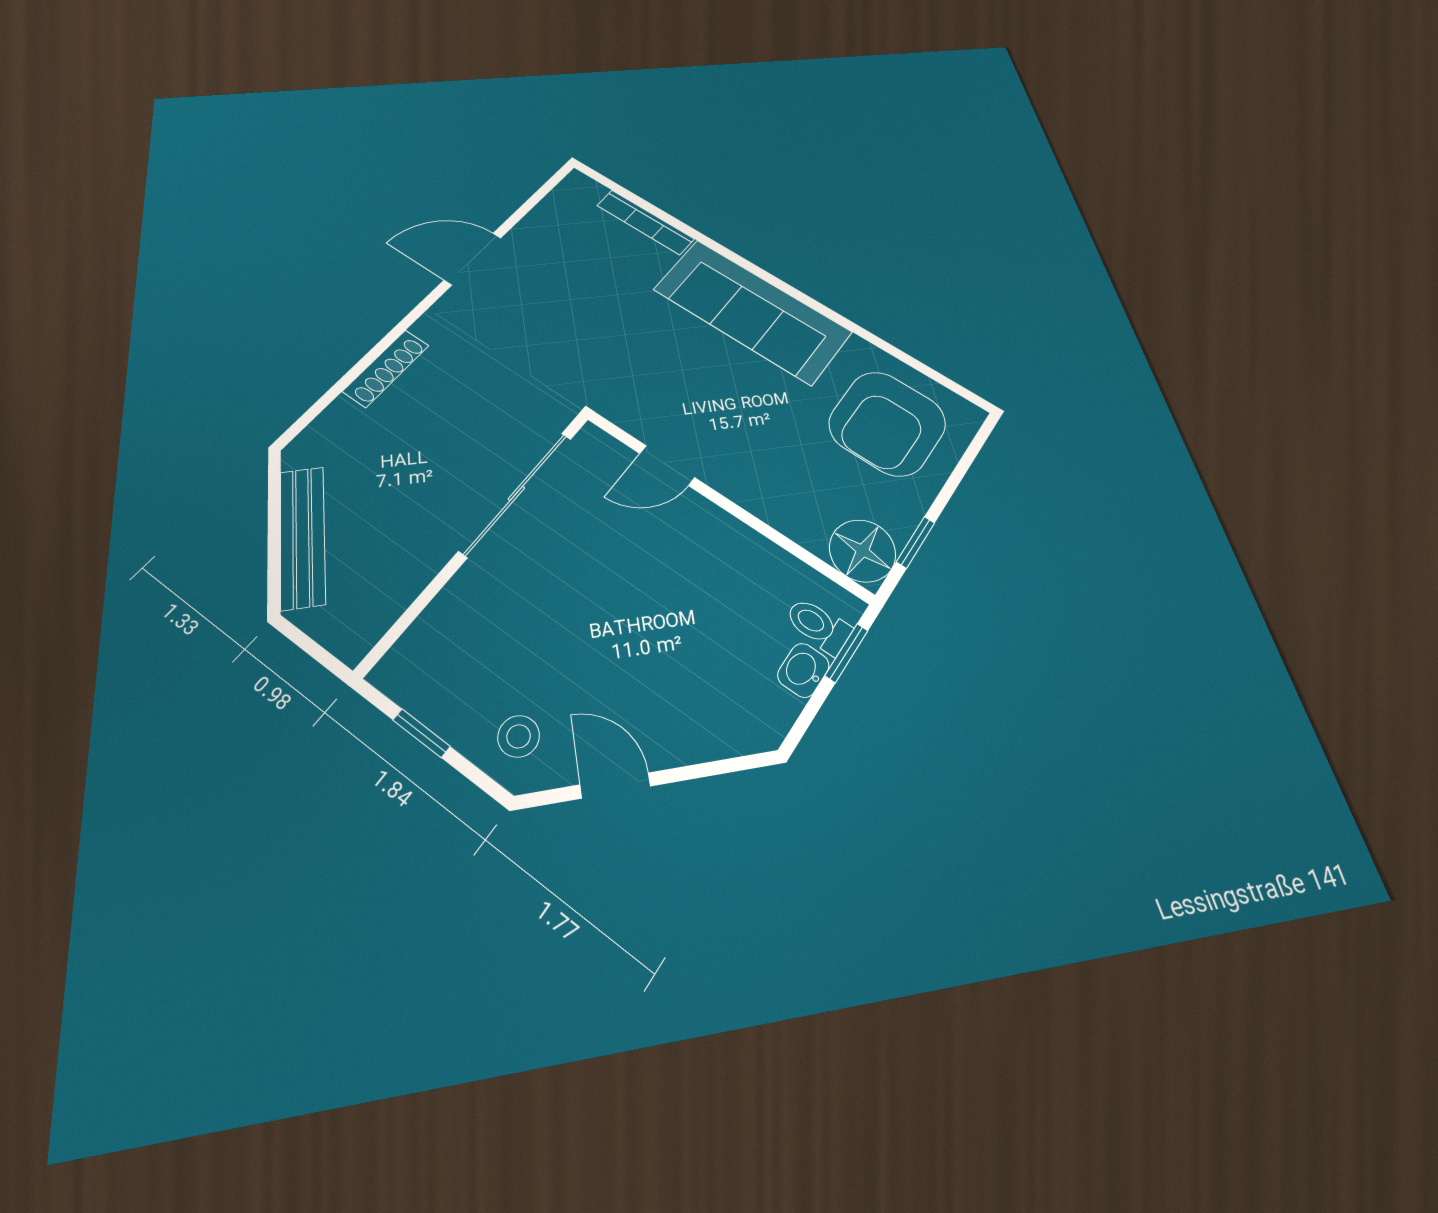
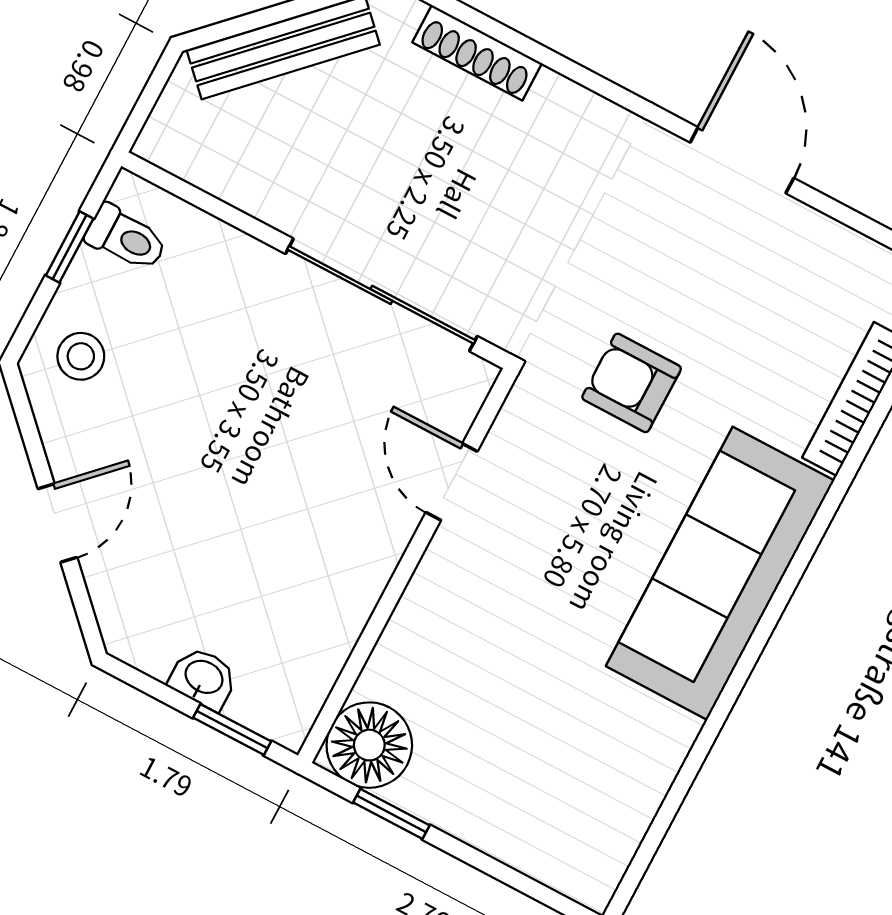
shoe rack: (386, 368) -> (477, 53), moved
armchair: (887, 423) -> (632, 383), moved, width x0.53, depth x0.53
toilet: (818, 626) -> (126, 238), moved, turned 90
door: (615, 785) -> (57, 523), moved

